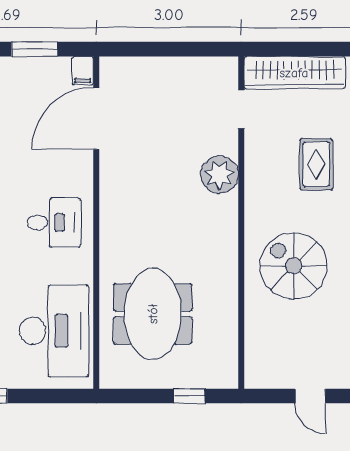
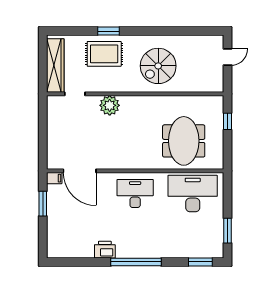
rug: (316, 164) -> (104, 54), width x1.36, depth x1.43
desk: (54, 223) -> (135, 194), width x1.37
meeting table: (153, 314) -> (184, 141), turned 90

